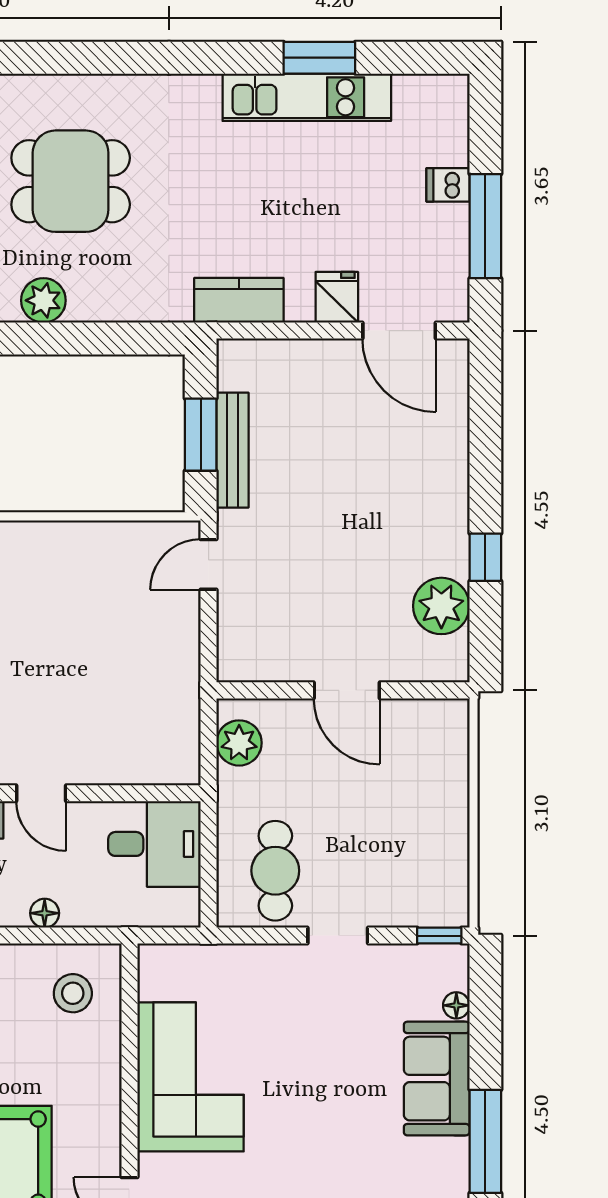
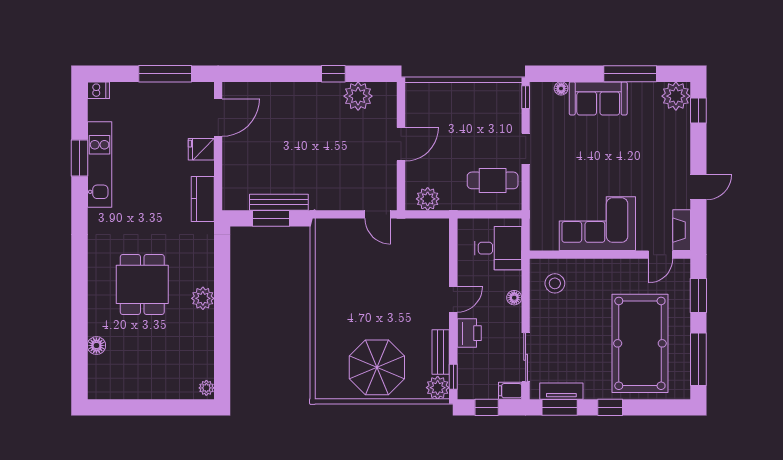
dishwasher: (448, 185) -> (98, 90), moved, turned -90
door: (209, 564) -> (378, 214), moved
desk: (154, 844) -> (498, 248), moved, turned 90

